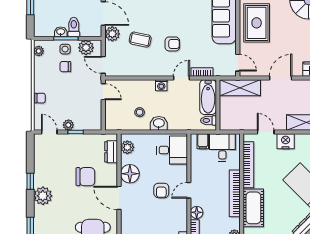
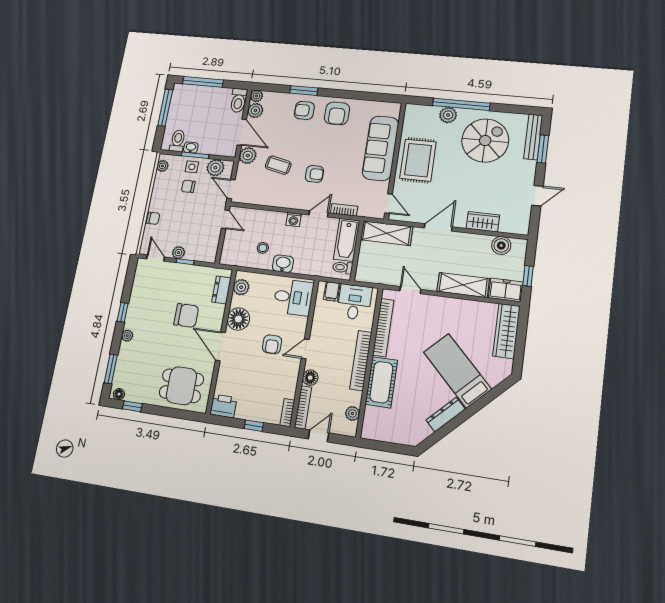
toilet: (74, 27) -> (178, 141), moved
nightstand: (286, 141) -> (434, 305), removed
plant: (43, 196) -> (127, 336), width x0.53, depth x0.53

